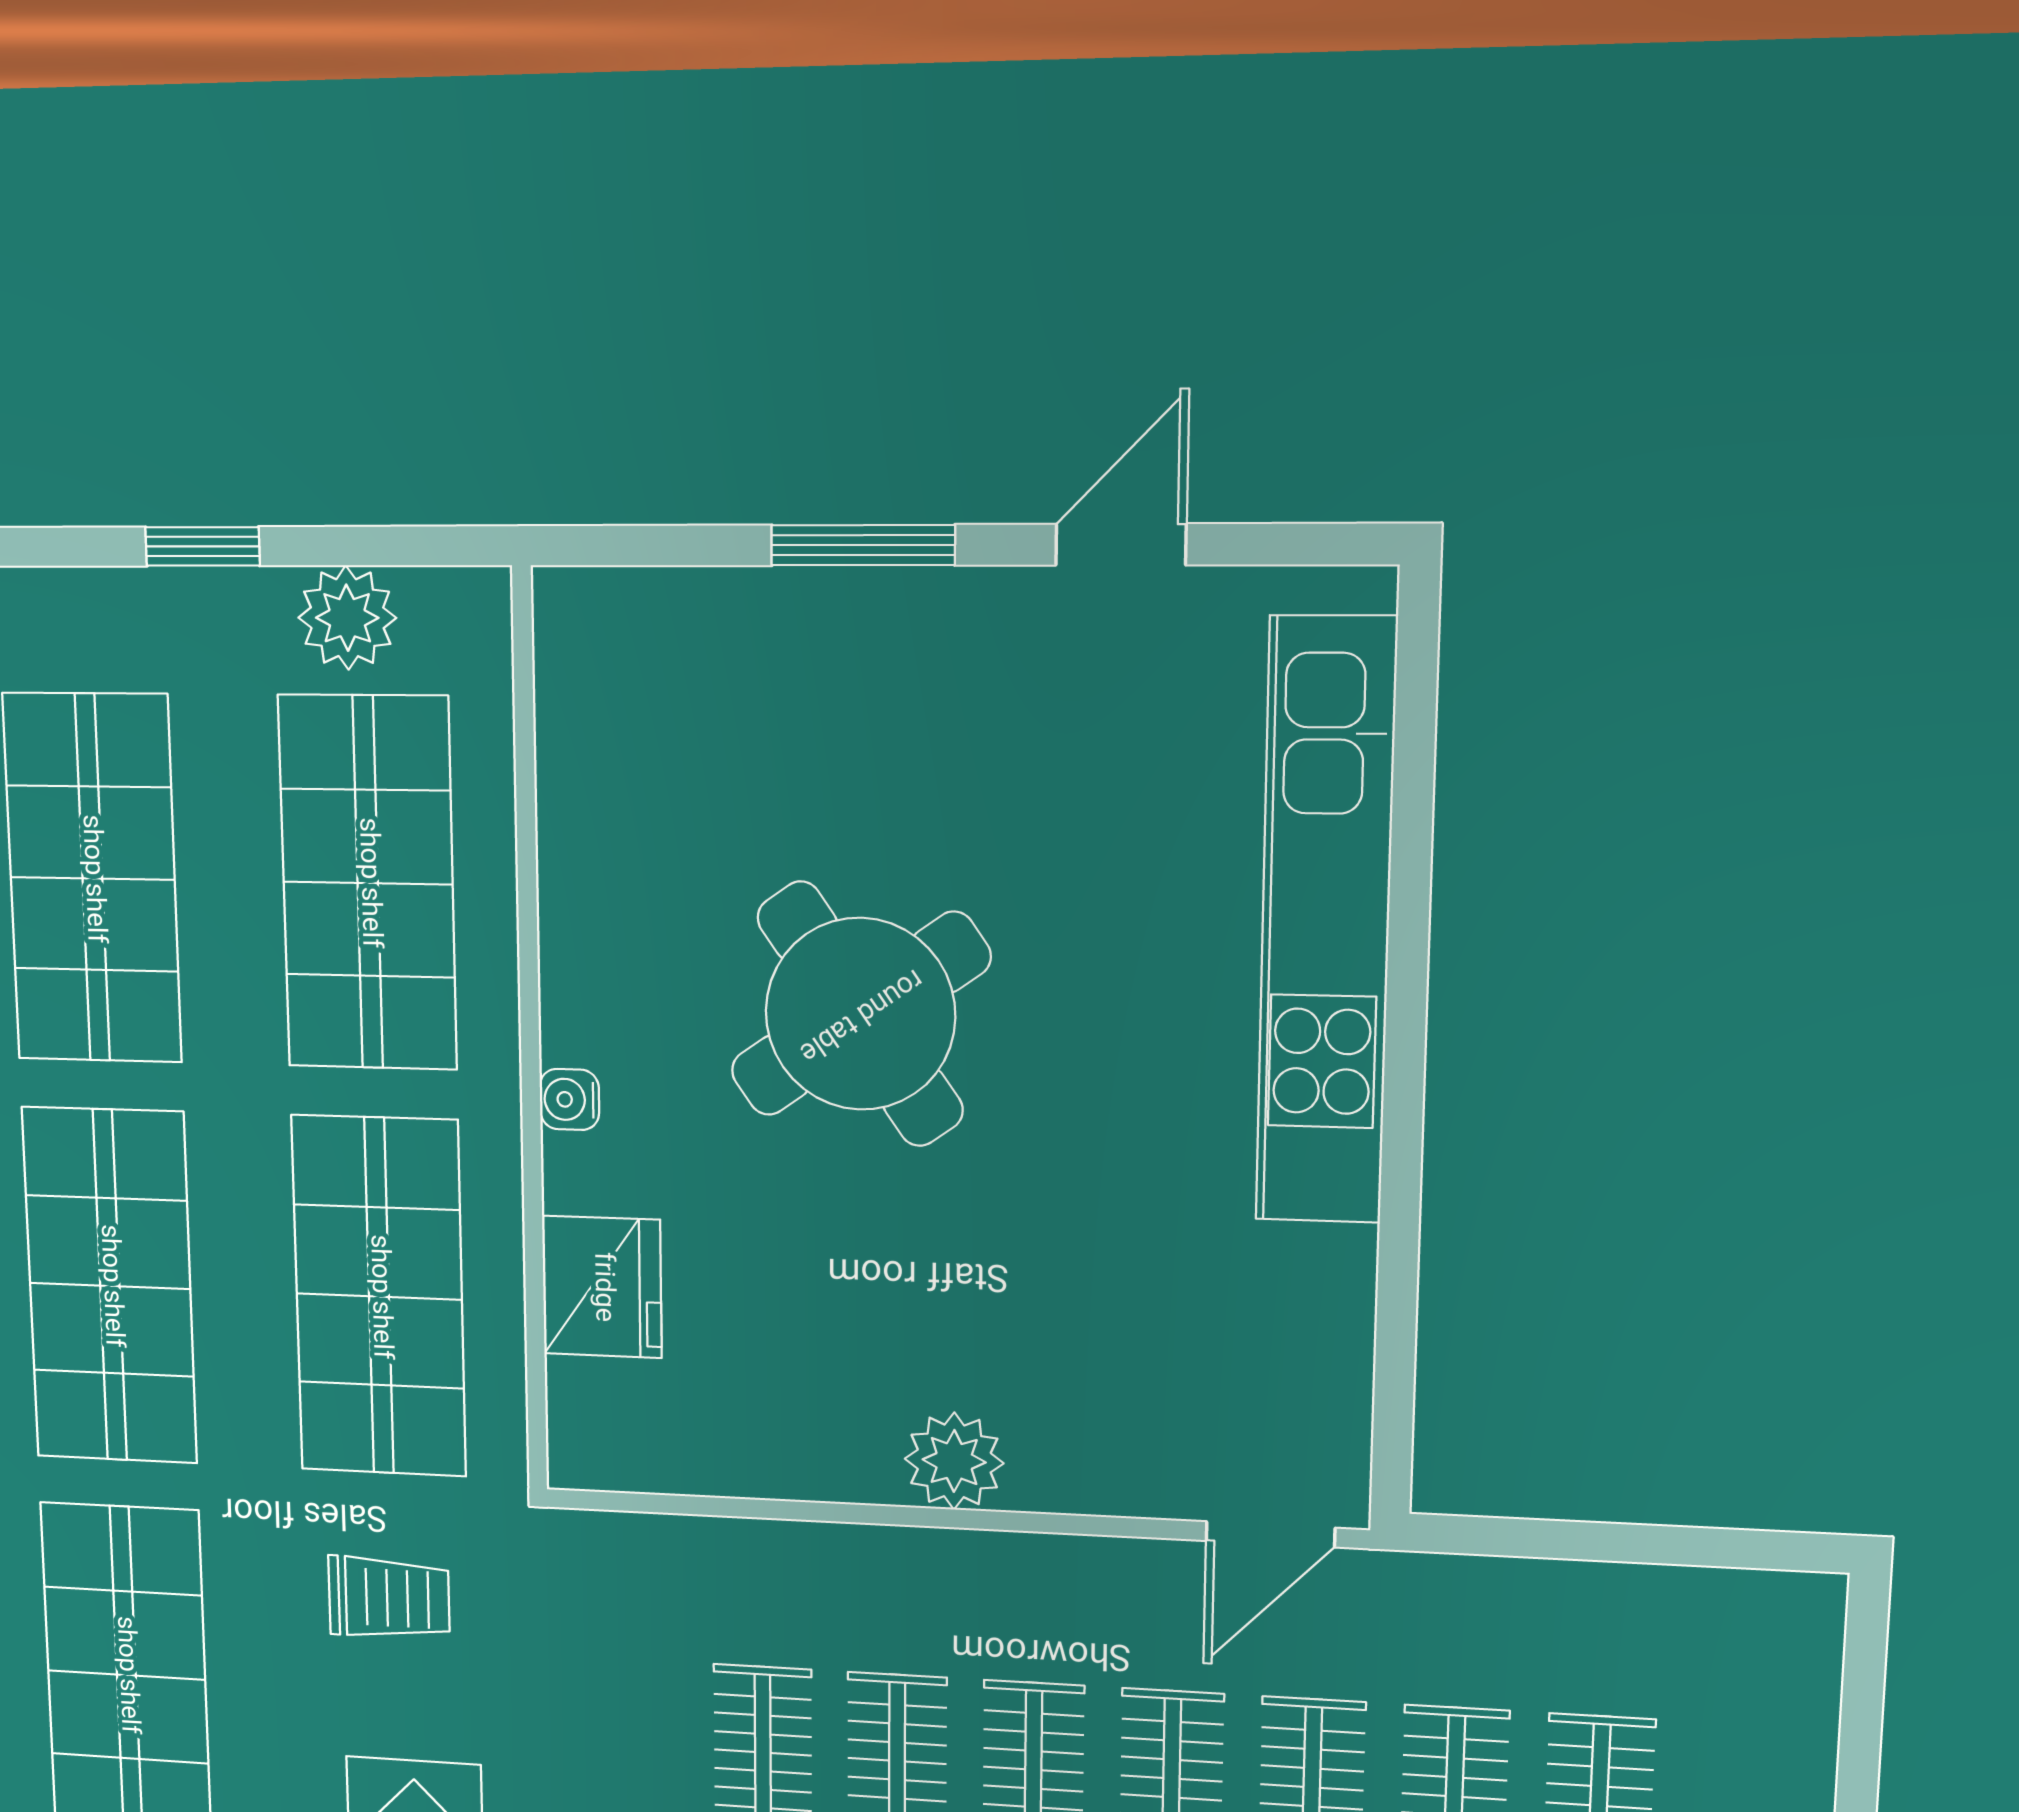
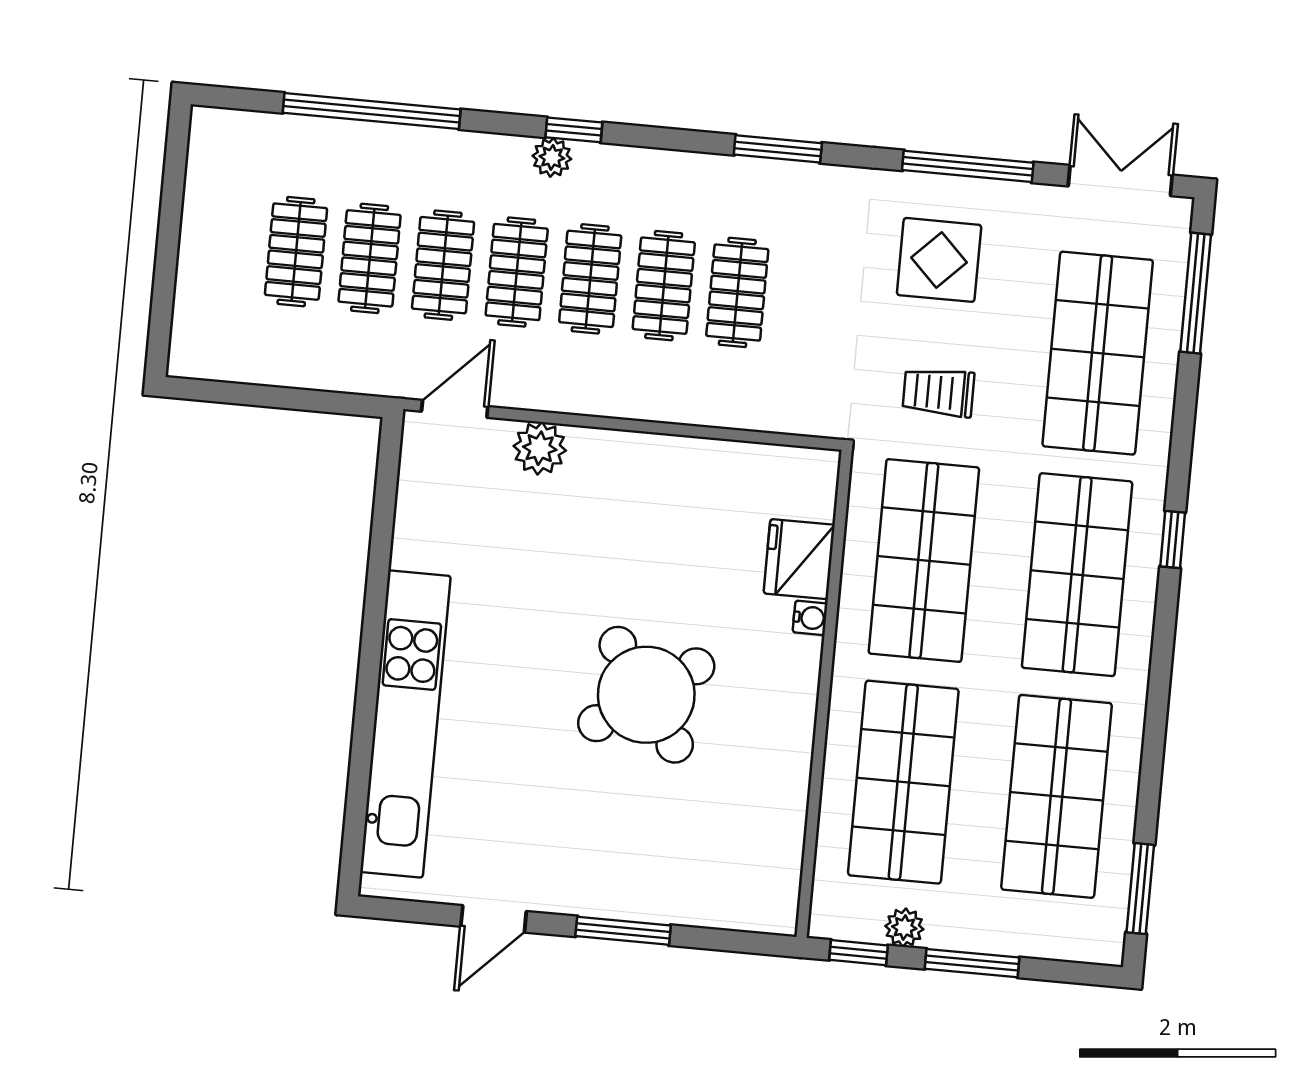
window: (202, 546) -> (972, 963), width x1.50
window: (412, 546) -> (858, 953), added
plant: (347, 618) -> (904, 928), width x0.73, depth x0.73
water cooler: (569, 1099) -> (810, 618), moved
plant: (954, 1461) -> (540, 448), moved

